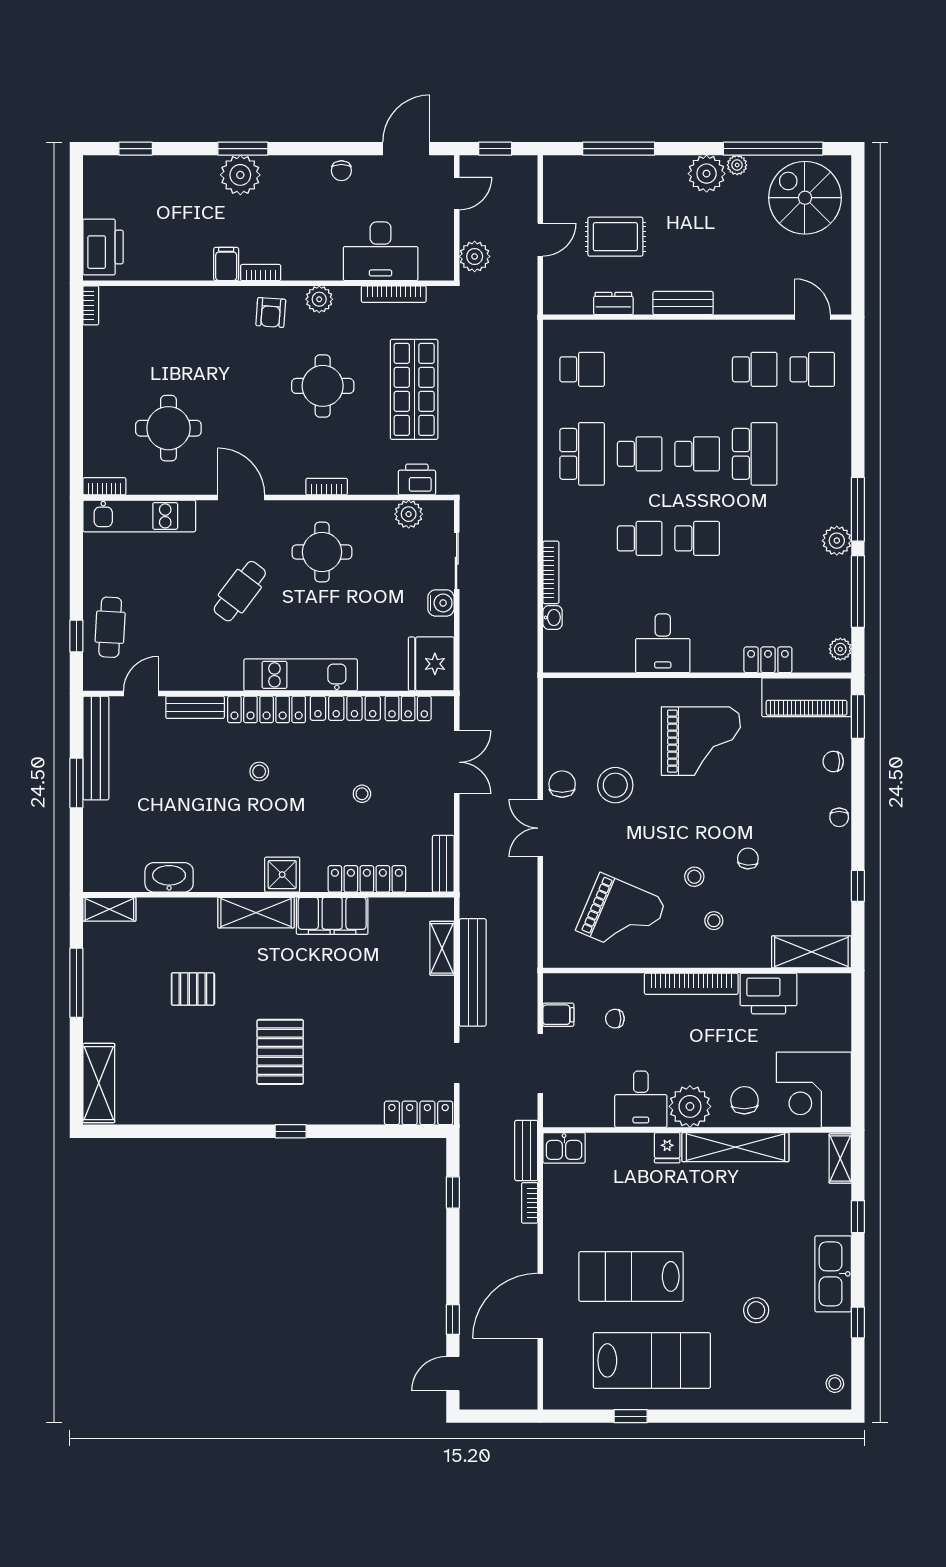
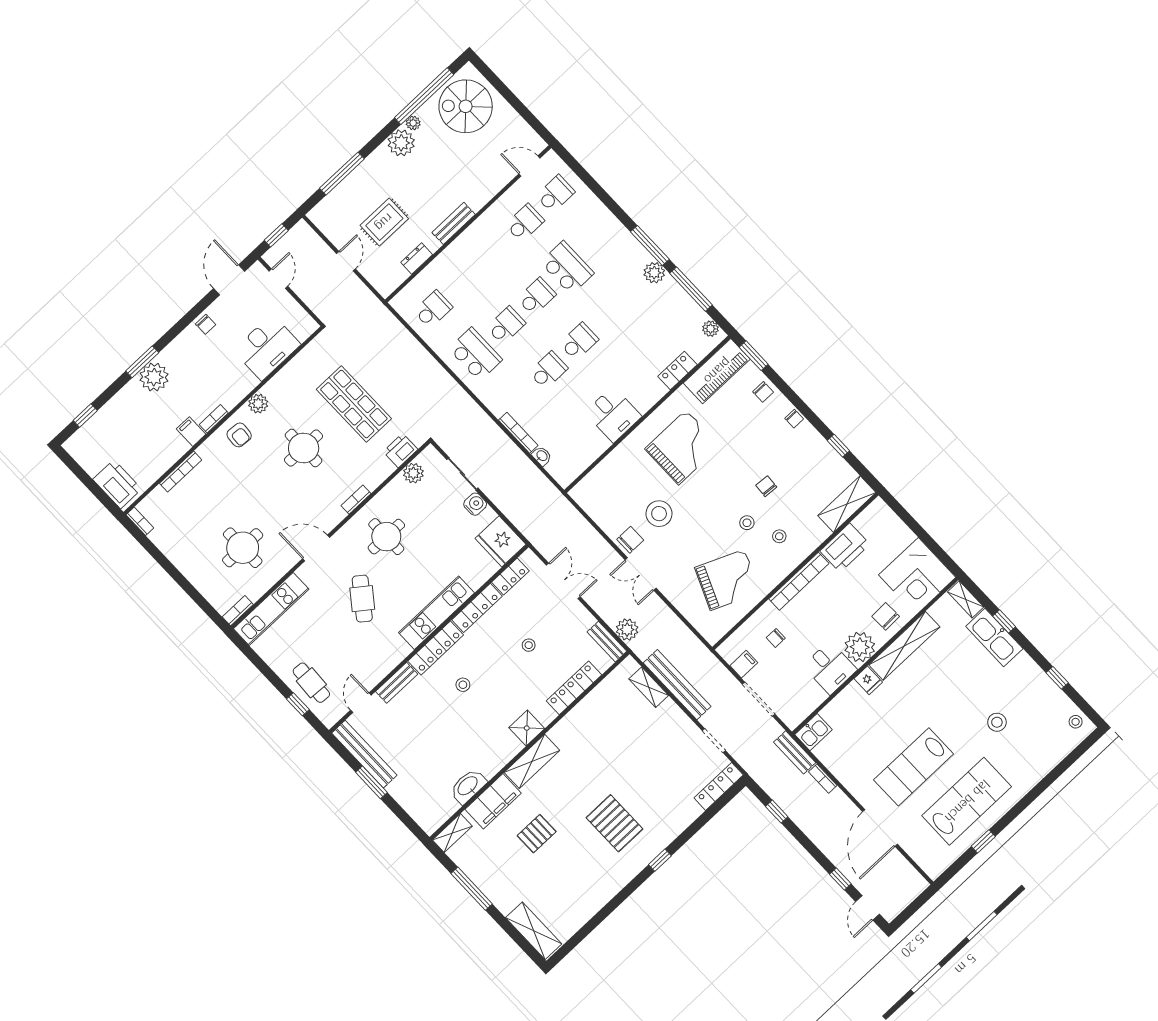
plant: (475, 256) -> (627, 630), moved
bookcase: (394, 294) -> (181, 472), moved
chair: (833, 761) -> (763, 392), turned -90
chair: (562, 784) -> (630, 540), turned 90
filing cabinet: (332, 916) -> (493, 801), moved
kitchen sink: (833, 1274) -> (994, 637), moved

